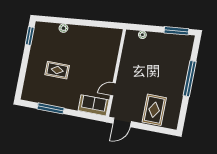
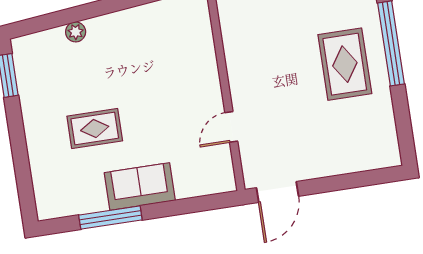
sofa: (94, 105) -> (140, 187), moved
rug: (154, 110) -> (345, 64), moved

